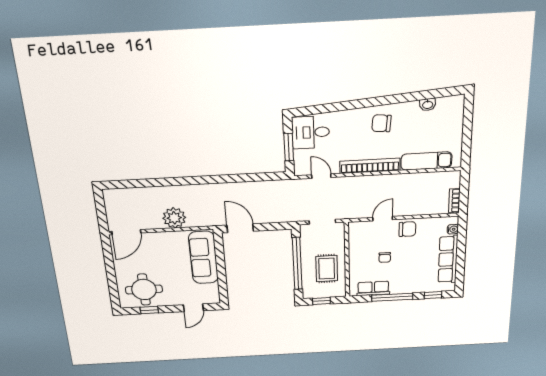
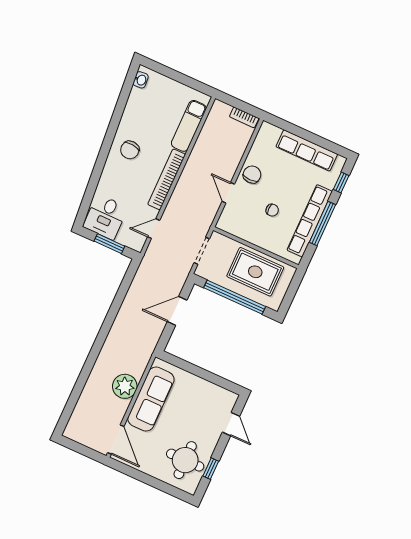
washbasin: (428, 105) -> (141, 80), moved
door: (240, 228) -> (177, 311), moved
water cooler: (453, 229) -> (275, 132), removed
sofa: (203, 258) -> (151, 399), moved, turned -90
rug: (327, 269) -> (255, 272), width x1.36, depth x1.43
row of seats: (373, 288) -> (310, 221), width x2.02
window: (321, 301) -> (290, 295), removed

